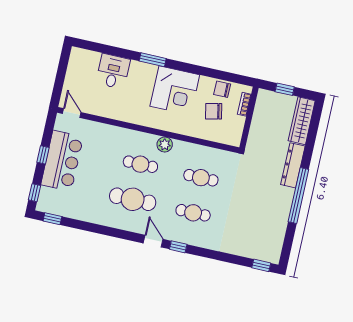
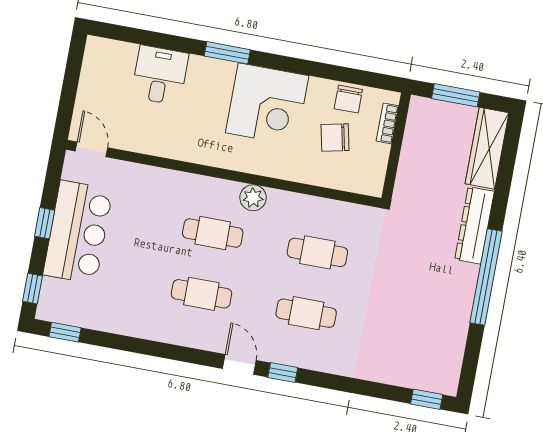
chair: (222, 89) -> (348, 99), turned -90
window: (285, 89) -> (456, 95), width x1.50
cafe table: (133, 199) -> (201, 294), width x0.73, depth x0.74

